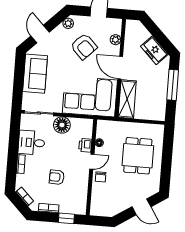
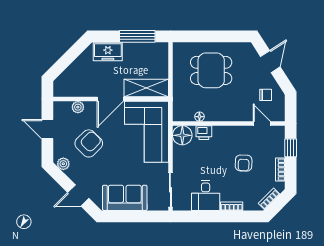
freezer: (154, 50) -> (108, 51), moved, turned 45
window: (173, 85) -> (137, 36), moved
floor lamp: (62, 125) -> (182, 135), moved
door: (92, 162) -> (262, 123), moved
chair: (101, 177) -> (266, 95), moved

